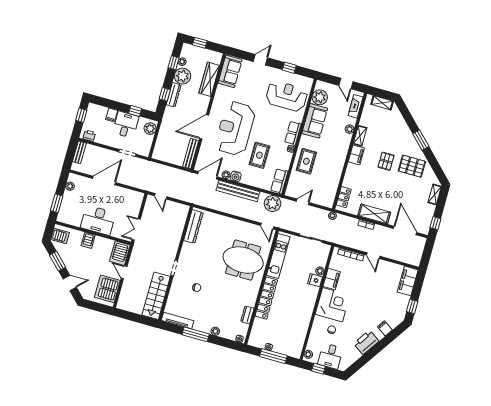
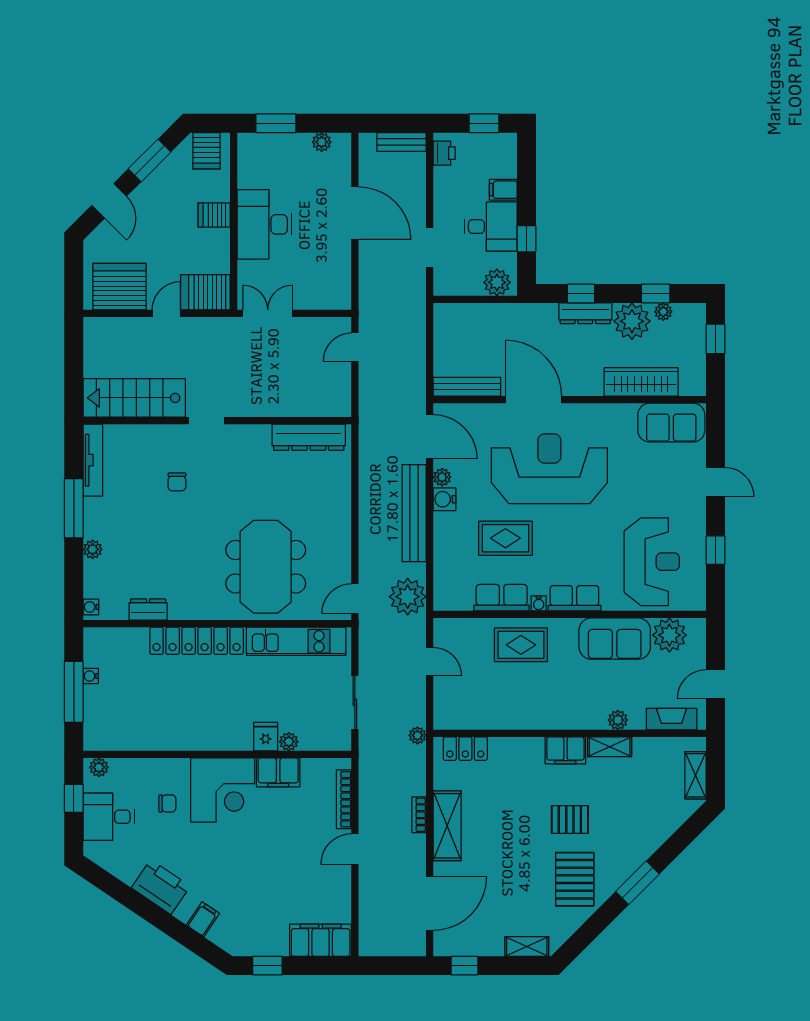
row of seats: (279, 181) -> (502, 598), moved

